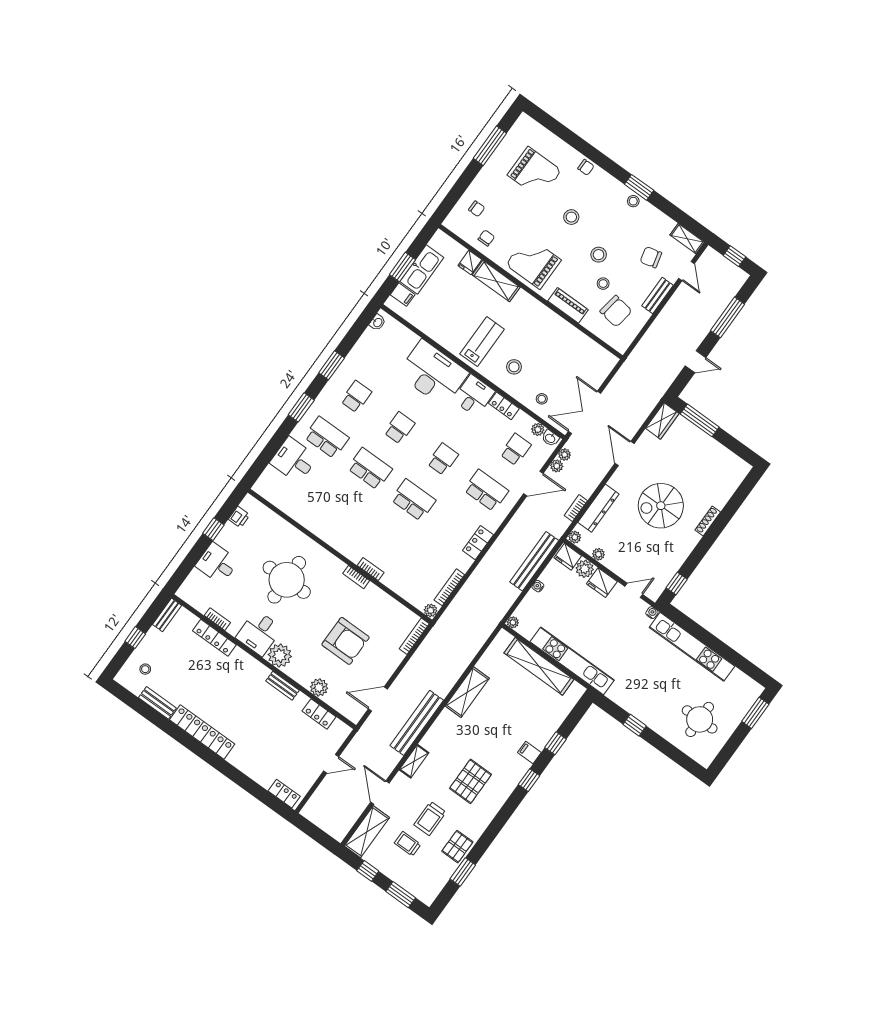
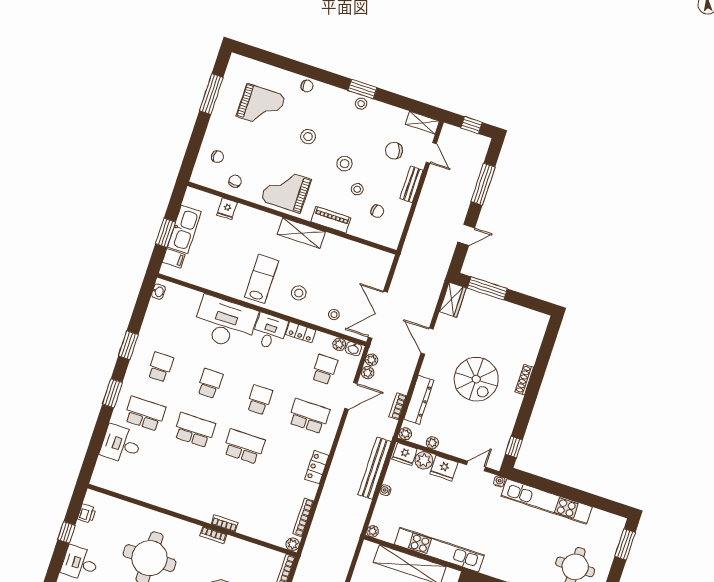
shelving: (496, 281) -> (301, 233), moved
chair: (616, 311) -> (377, 211), width x0.54, depth x0.54
spiral stairs: (661, 506) -> (476, 379), turned -90

